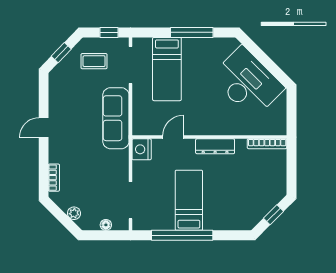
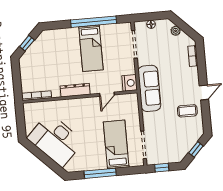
coffee table: (94, 61) -> (187, 111), moved
sofa: (116, 118) -> (149, 88), moved

